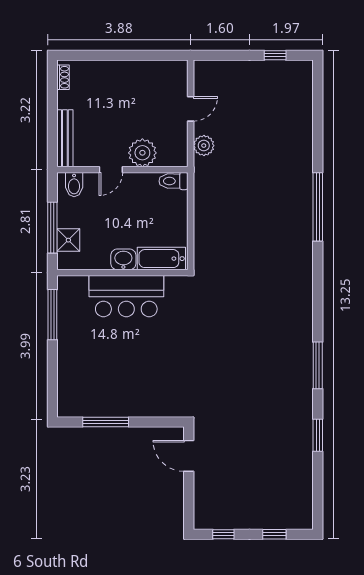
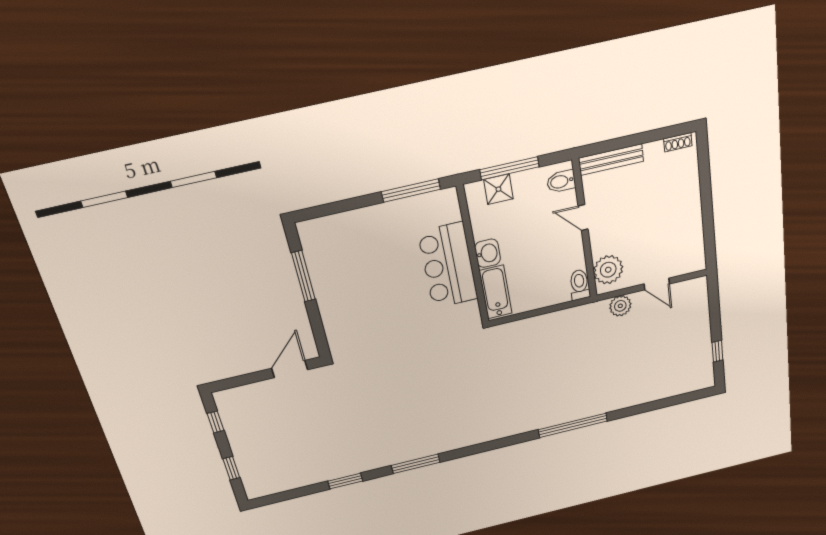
plant: (142, 153) -> (608, 270), moved

